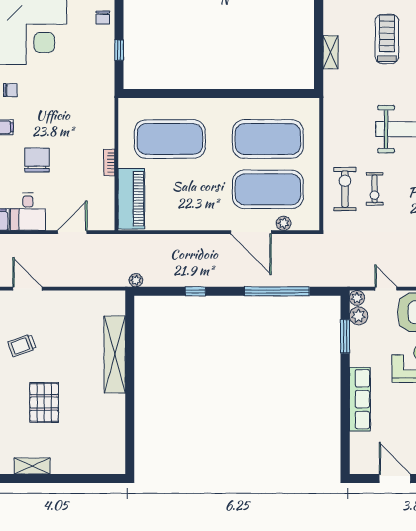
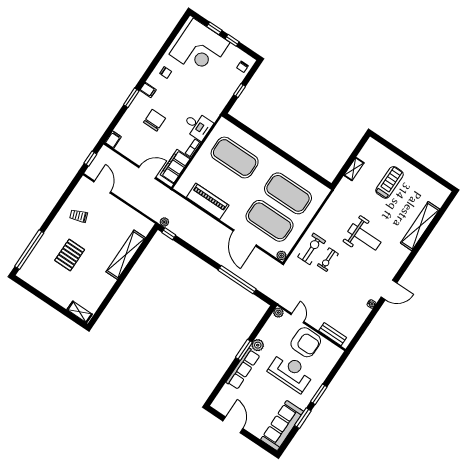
piano: (131, 199) -> (208, 201), moved, turned -90
filing cabinet: (102, 201) -> (175, 167), added
desk: (28, 212) -> (198, 126), moved, turned -90
plant: (284, 223) -> (281, 256), moved
window: (195, 291) -> (169, 234), moved
plant: (359, 316) -> (258, 345), moved
window: (345, 336) -> (244, 350), moved
shelving: (32, 466) -> (80, 312), moved

